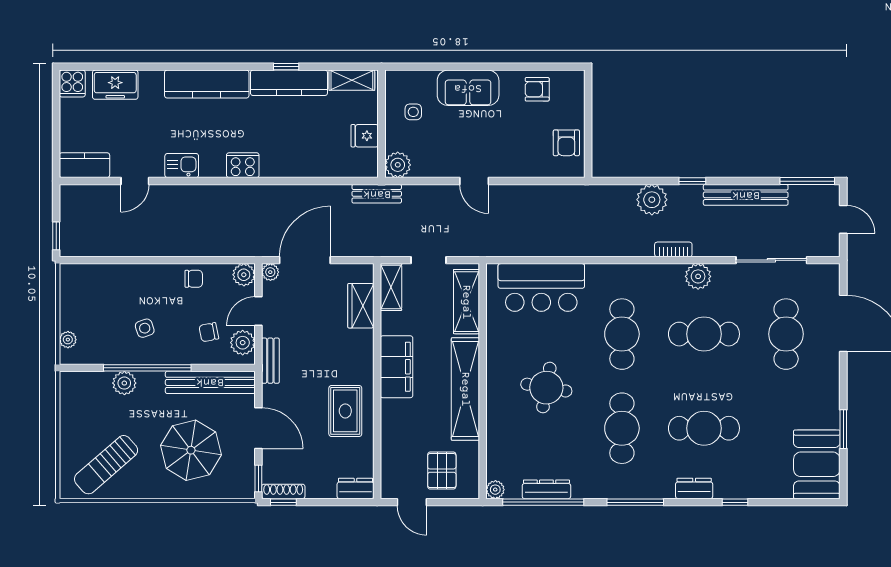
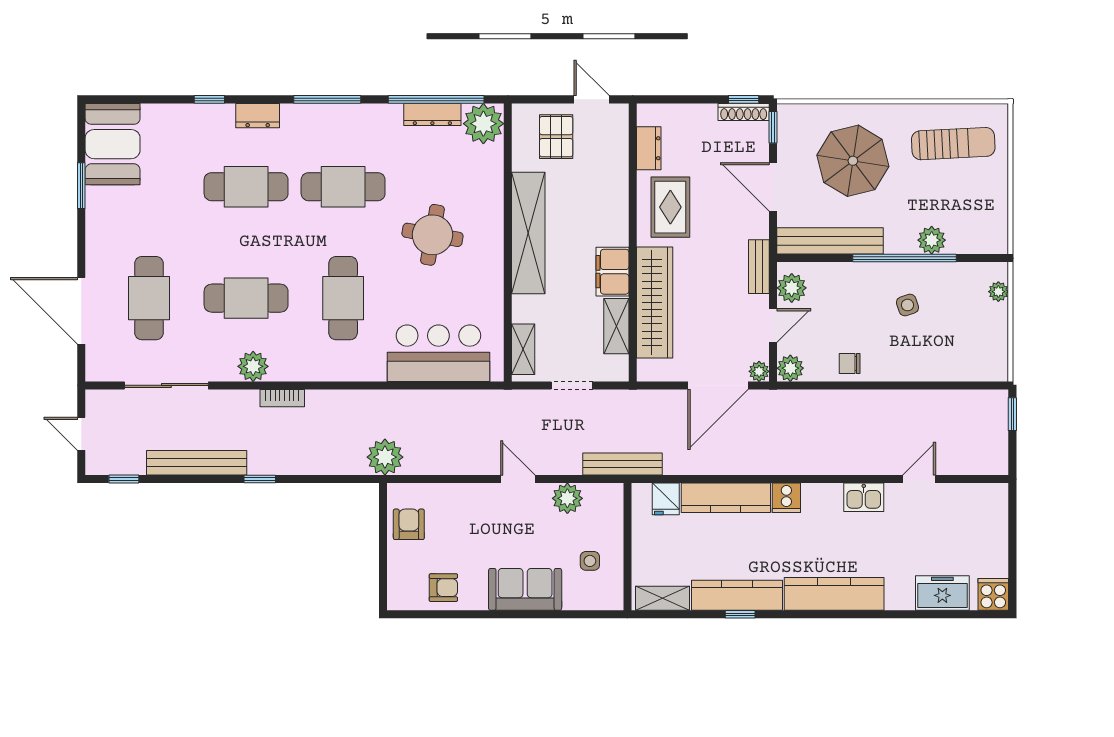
fridge: (365, 136) -> (666, 499), moved, turned 90
kitchen counter: (84, 165) -> (726, 498), moved, width x1.50
cooker: (243, 165) -> (786, 498), width x0.73
plant: (398, 165) -> (567, 498), moved
window: (807, 181) -> (124, 479), width x0.46
bench: (377, 194) -> (623, 464), width x1.36
plant: (652, 200) -> (385, 457), moved
shelving: (391, 287) -> (616, 326), moved
shelving: (466, 302) -> (523, 349), width x0.67, depth x0.75
wardrobe: (361, 306) -> (655, 303), width x2.10, depth x1.17
chair: (209, 332) -> (832, 300), removed
filing cabinet: (397, 367) -> (612, 272), width x0.67, depth x0.86
cafe table: (622, 428) -> (343, 187), turned 90
sun lounger: (106, 465) -> (953, 144), turned 38
dresser: (355, 488) -> (649, 148), moved, turned -90
plant: (495, 490) -> (483, 124), width x1.87, depth x1.87

